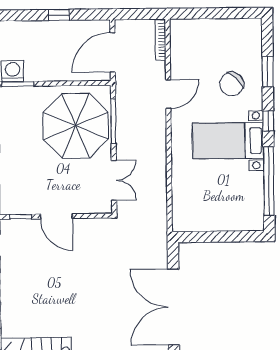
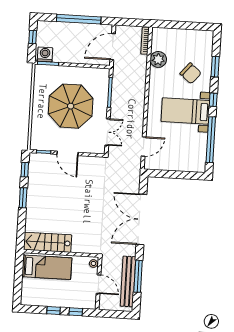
window: (59, 15) -> (79, 19), width x3.17
plant: (182, 67) -> (158, 59), added
chair: (232, 84) -> (191, 73), turned -95
door: (168, 94) -> (144, 146), moved
parasol: (76, 126) -> (71, 106), moved

